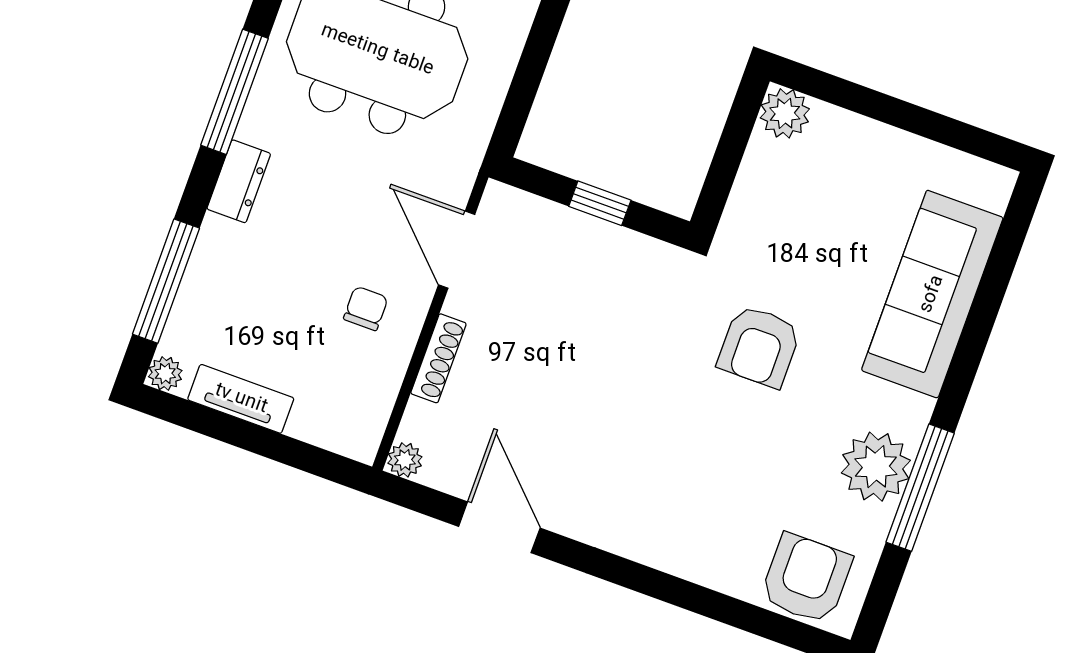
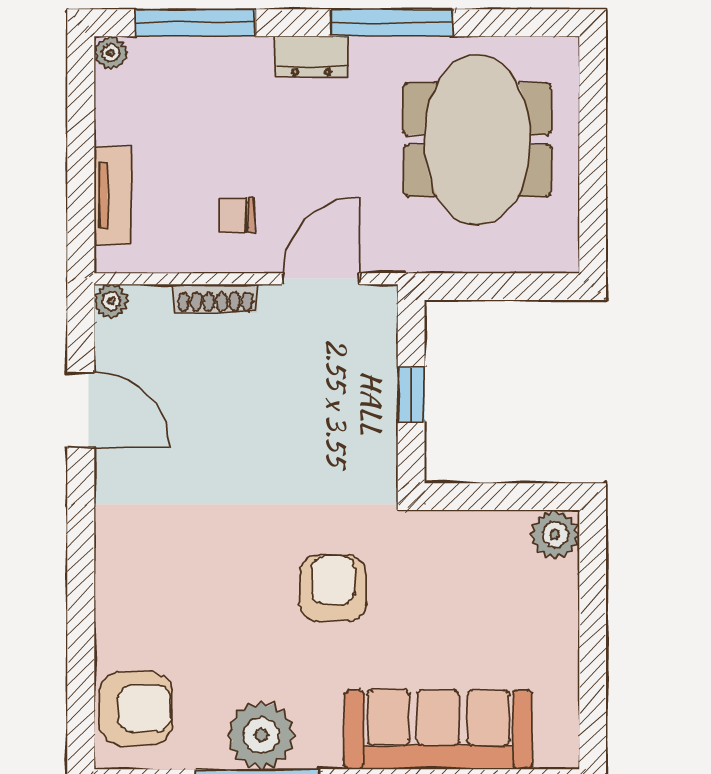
chair: (366, 308) -> (237, 215), turned 180
armchair: (759, 346) -> (333, 588), turned 90
tv unit: (241, 399) -> (113, 196), moved
door: (499, 527) -> (81, 410), hinge flipped

